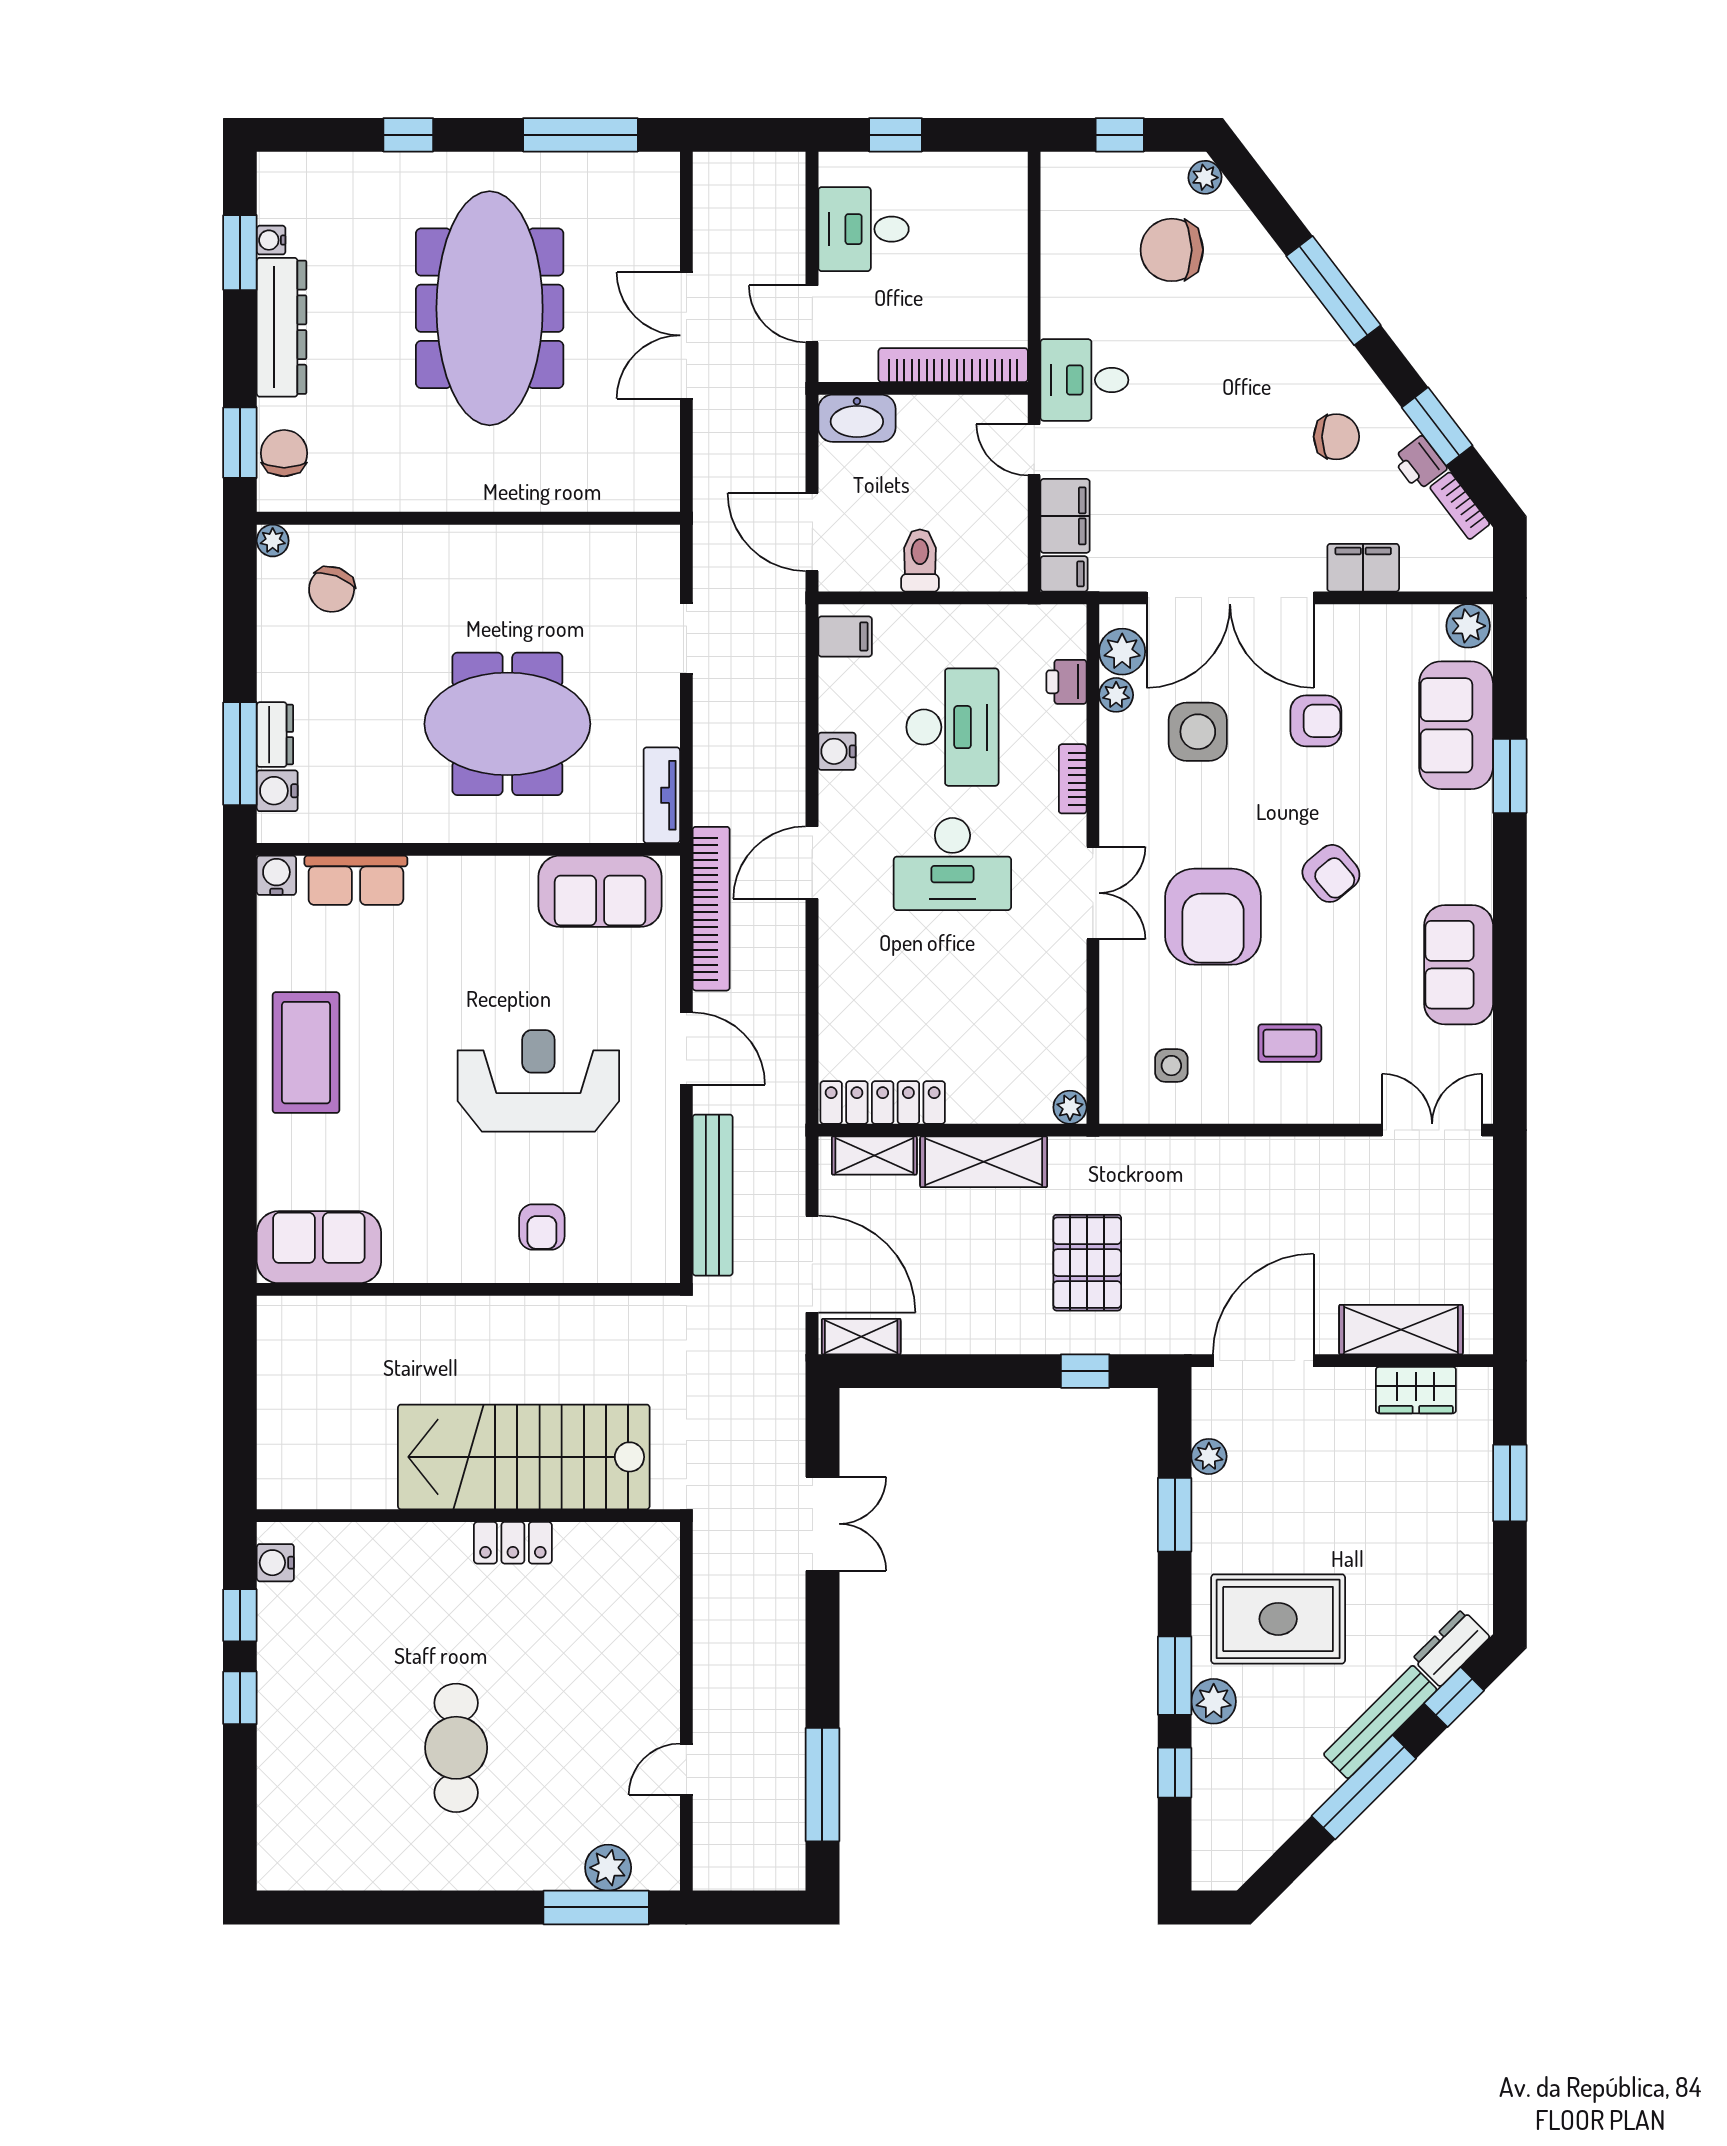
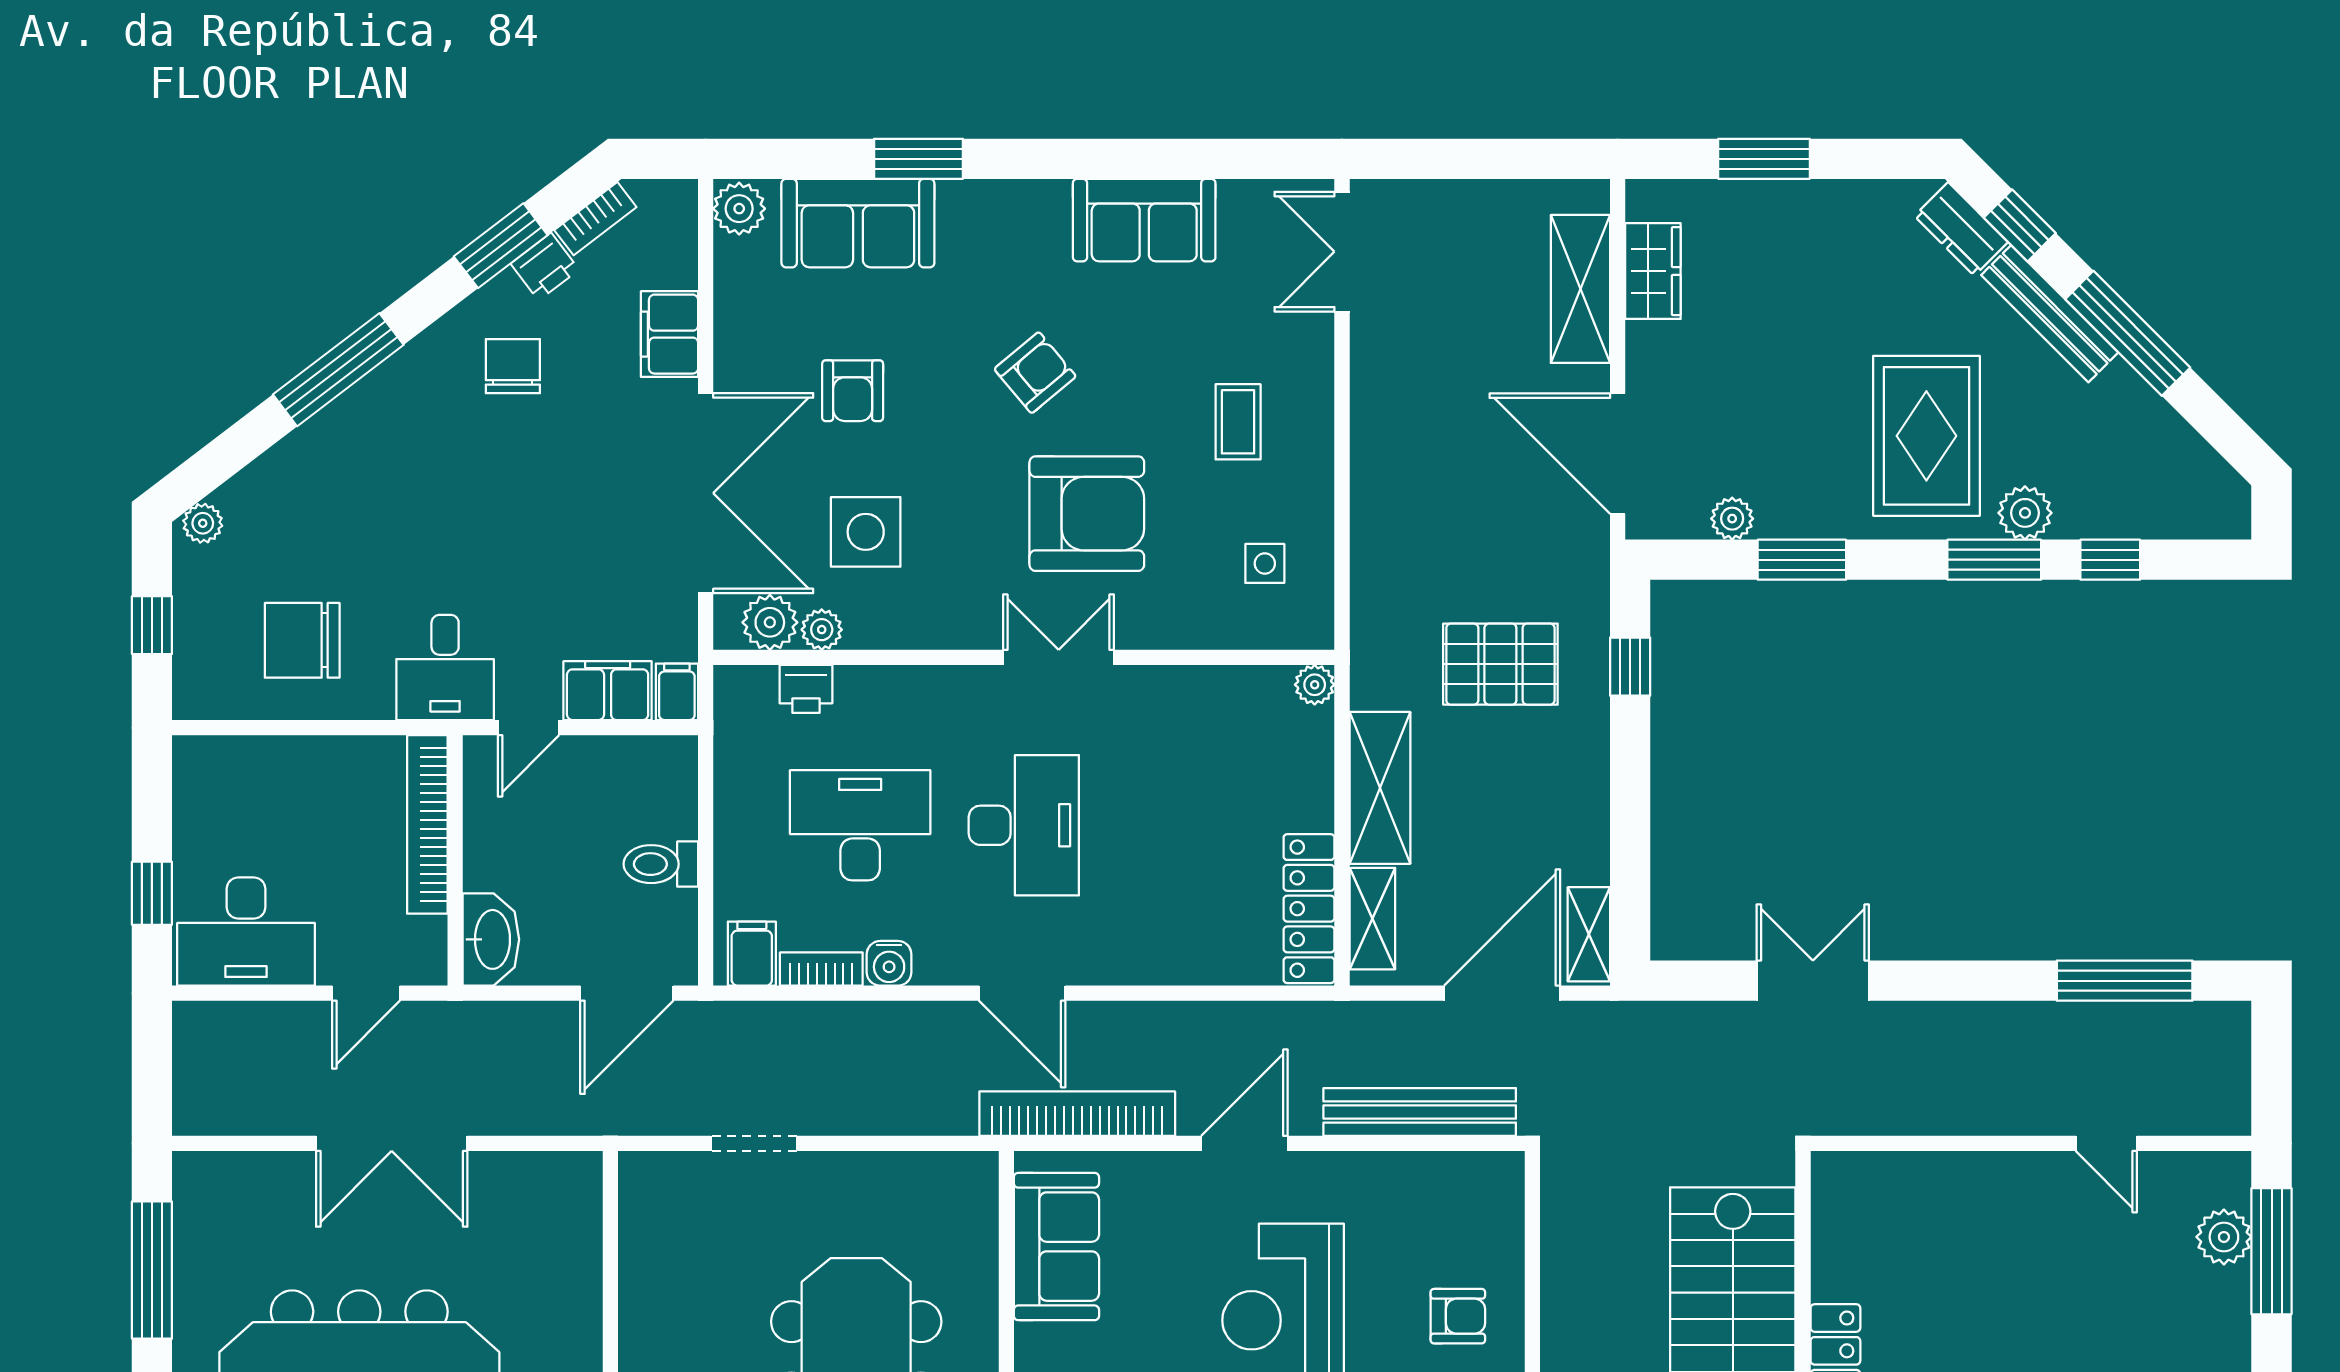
desk: (864, 229) -> (246, 932), width x1.37
chair: (1172, 250) -> (302, 640), moved, turned 90
armchair: (1316, 721) -> (853, 391), turned 180
bookcase: (1073, 779) -> (821, 969), moved, turned 180
tv unit: (662, 795) -> (942, 1173), removed

